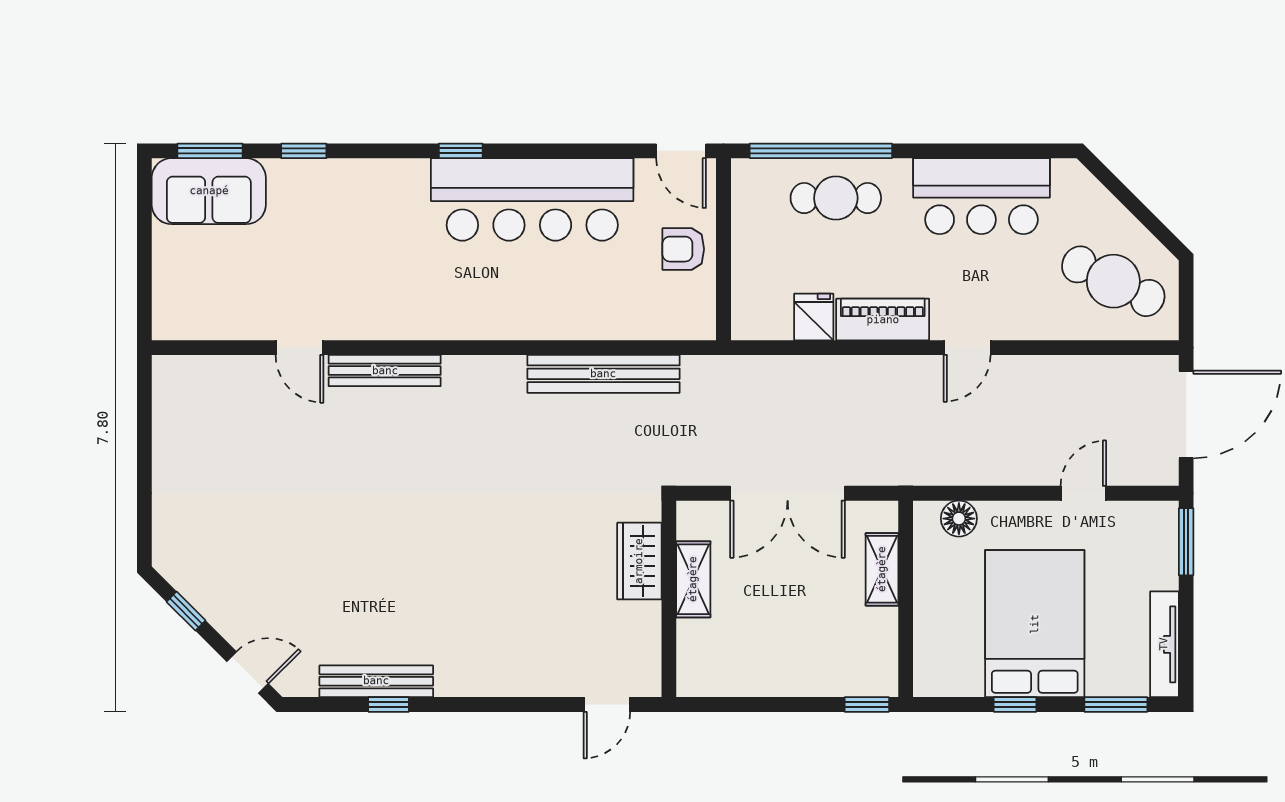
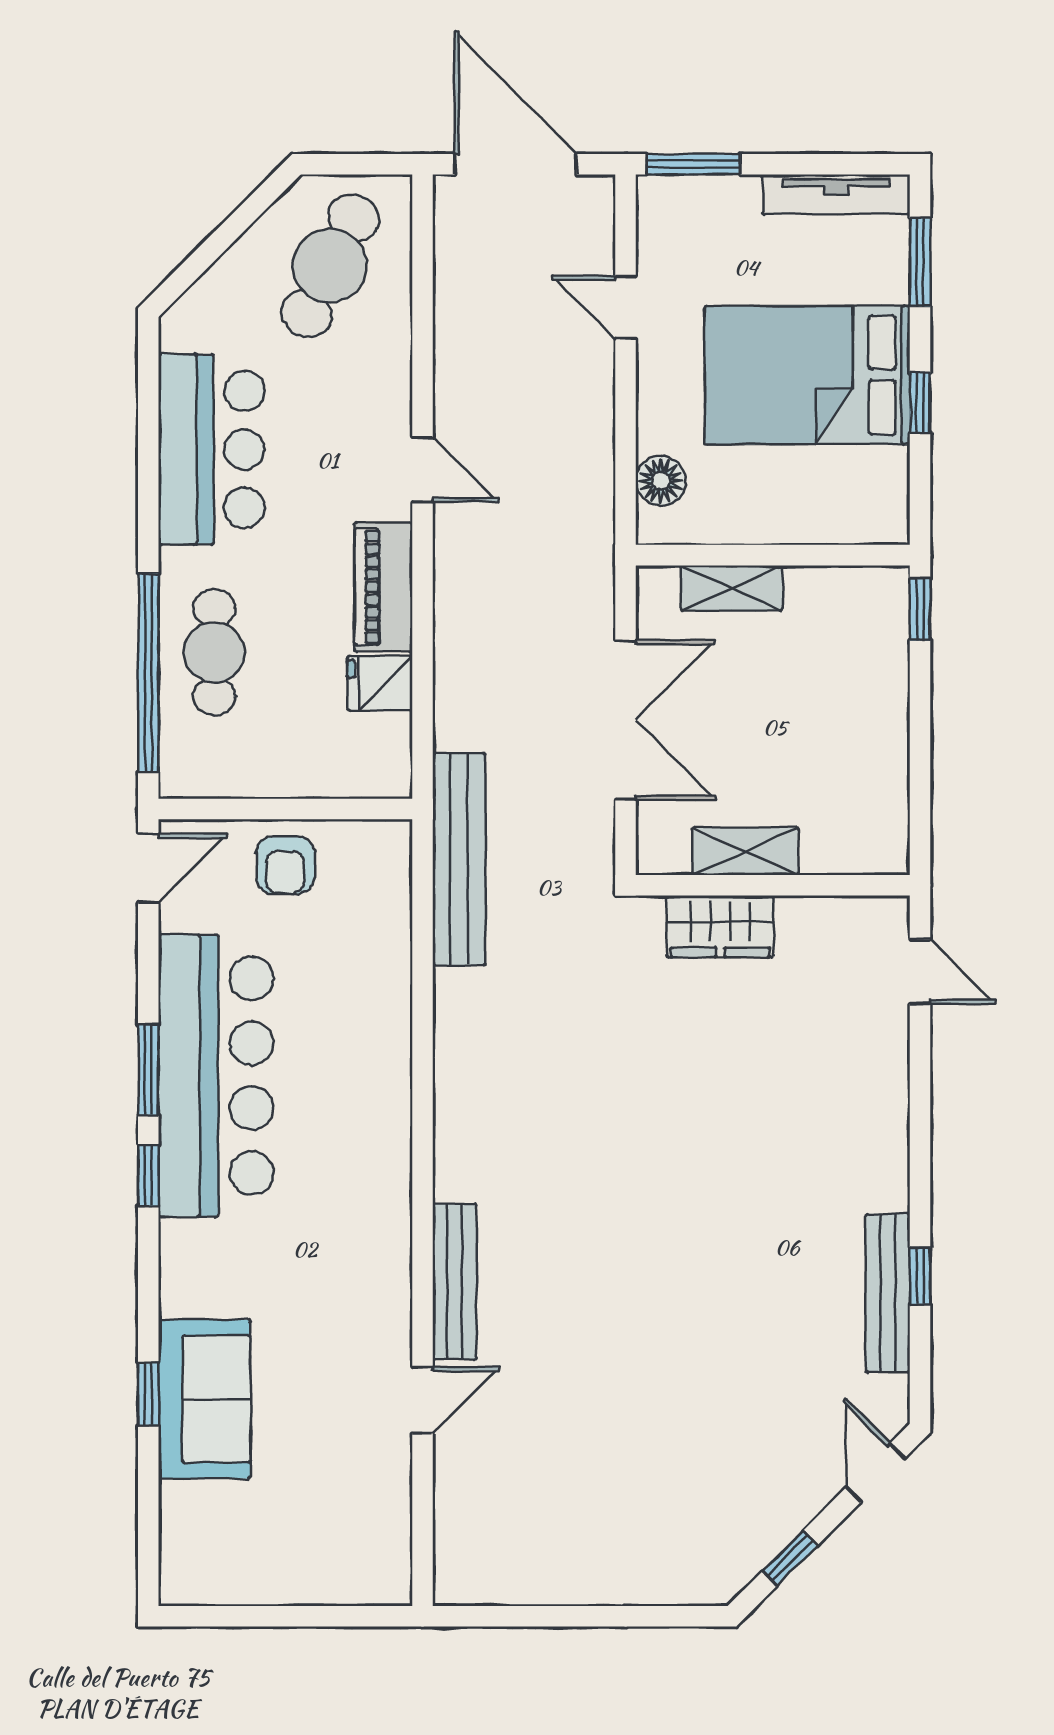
window: (210, 151) -> (148, 1069), moved
sofa: (209, 191) -> (205, 1399), moved
bench: (603, 374) -> (459, 859), moved

